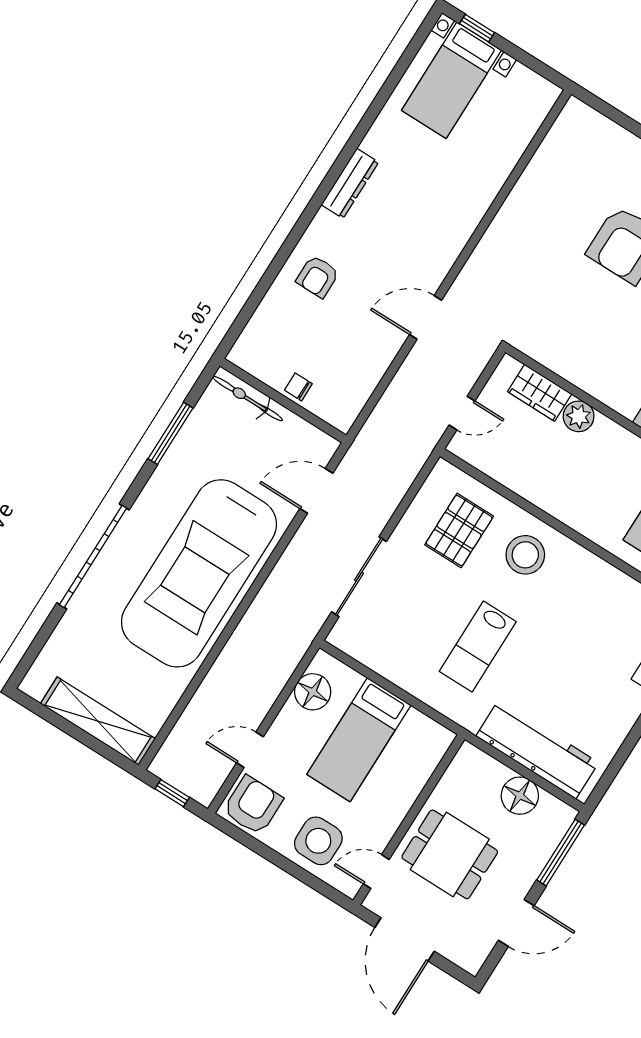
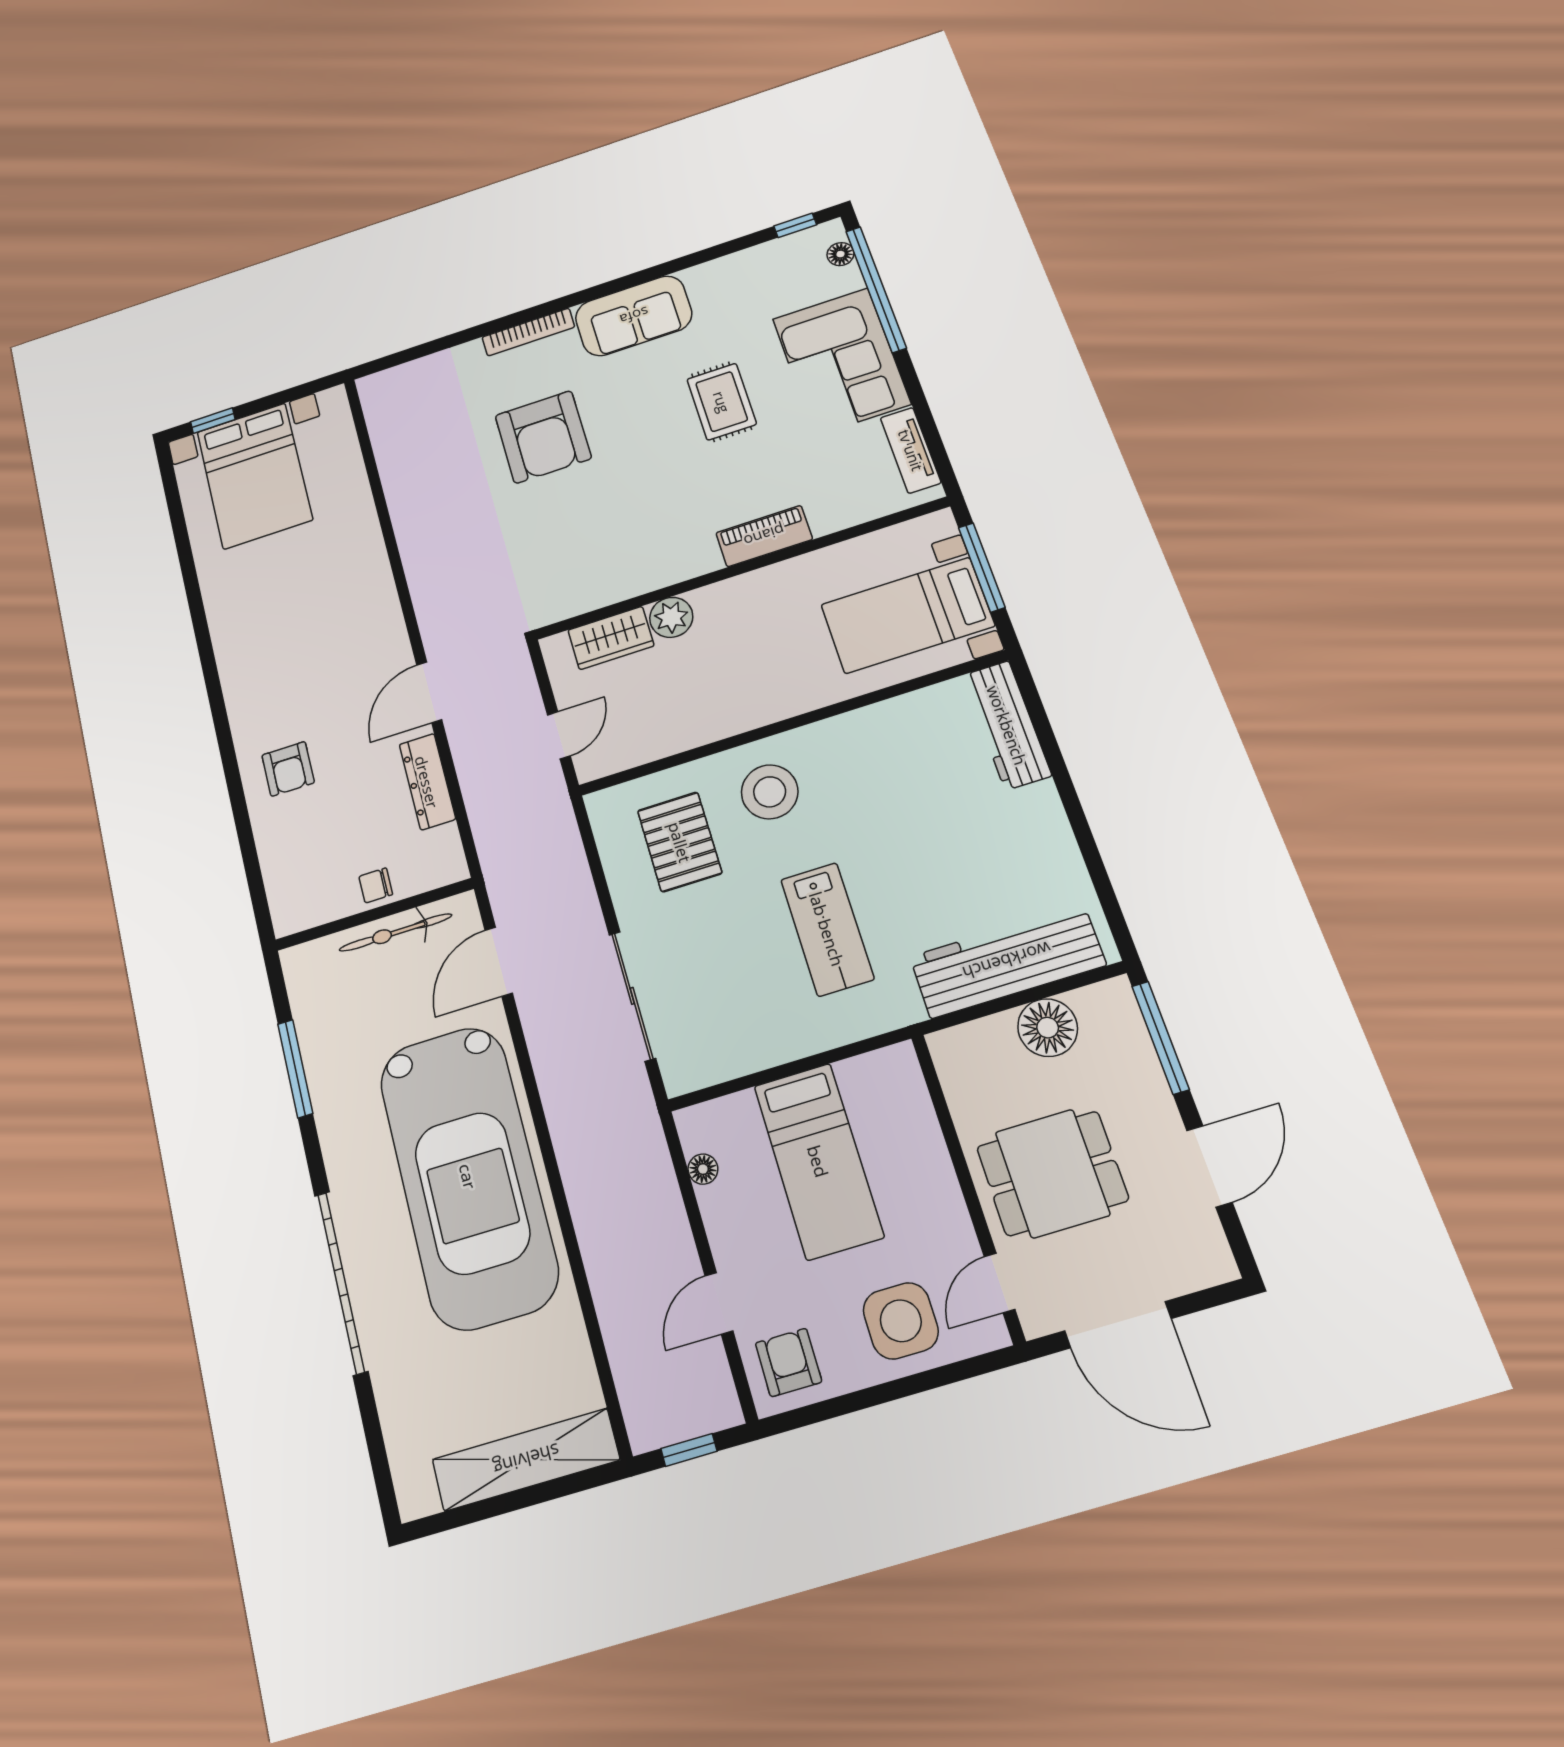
bed with nightstands: (452, 80) -> (254, 476), width x1.36
dresser: (350, 183) -> (427, 782), moved, turned 180
bicycle: (248, 398) -> (395, 933), moved
floor lamp: (313, 692) -> (703, 1169), width x0.53, depth x0.53
armchair: (253, 805) -> (789, 1362), width x0.72, depth x0.72

